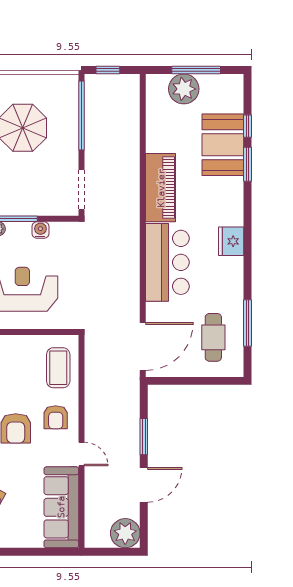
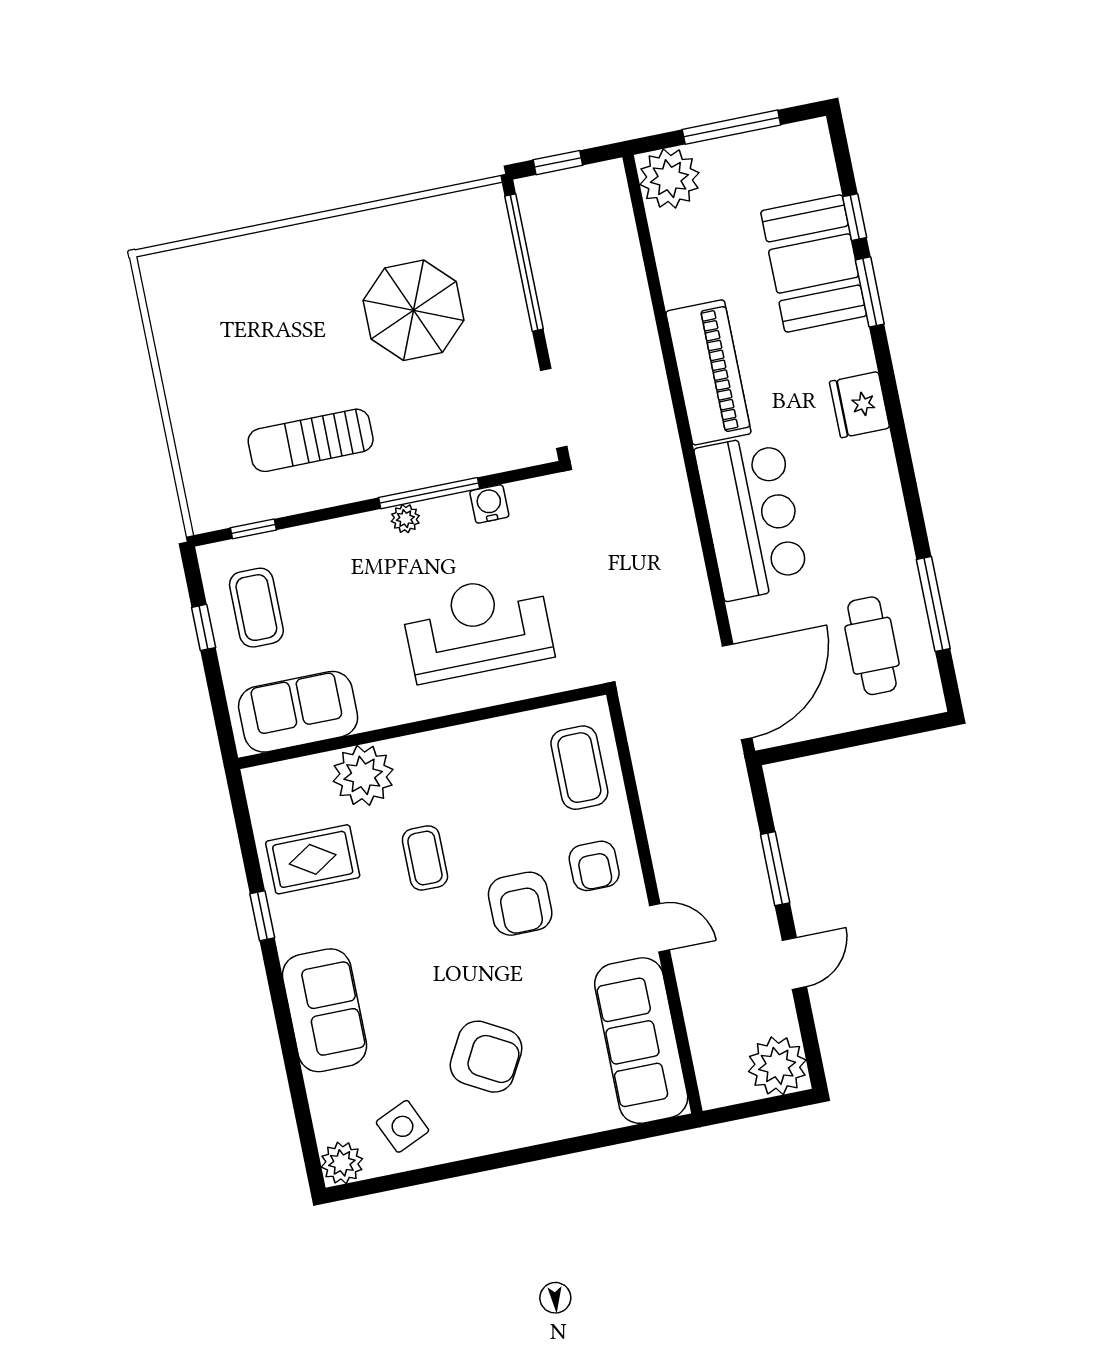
plant: (184, 89) -> (669, 179), moved
fridge: (231, 241) -> (859, 405), moved
door: (144, 485) -> (794, 963), width x0.73

